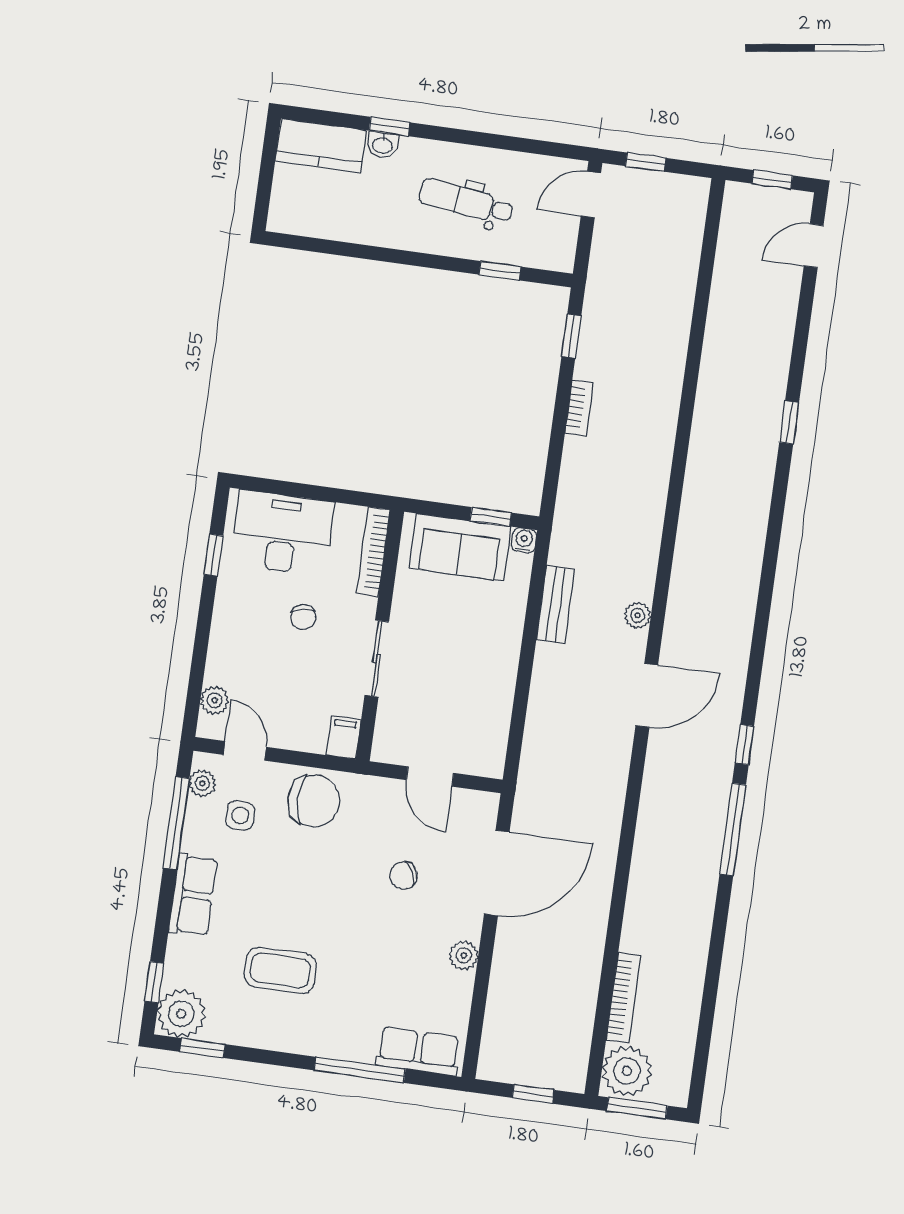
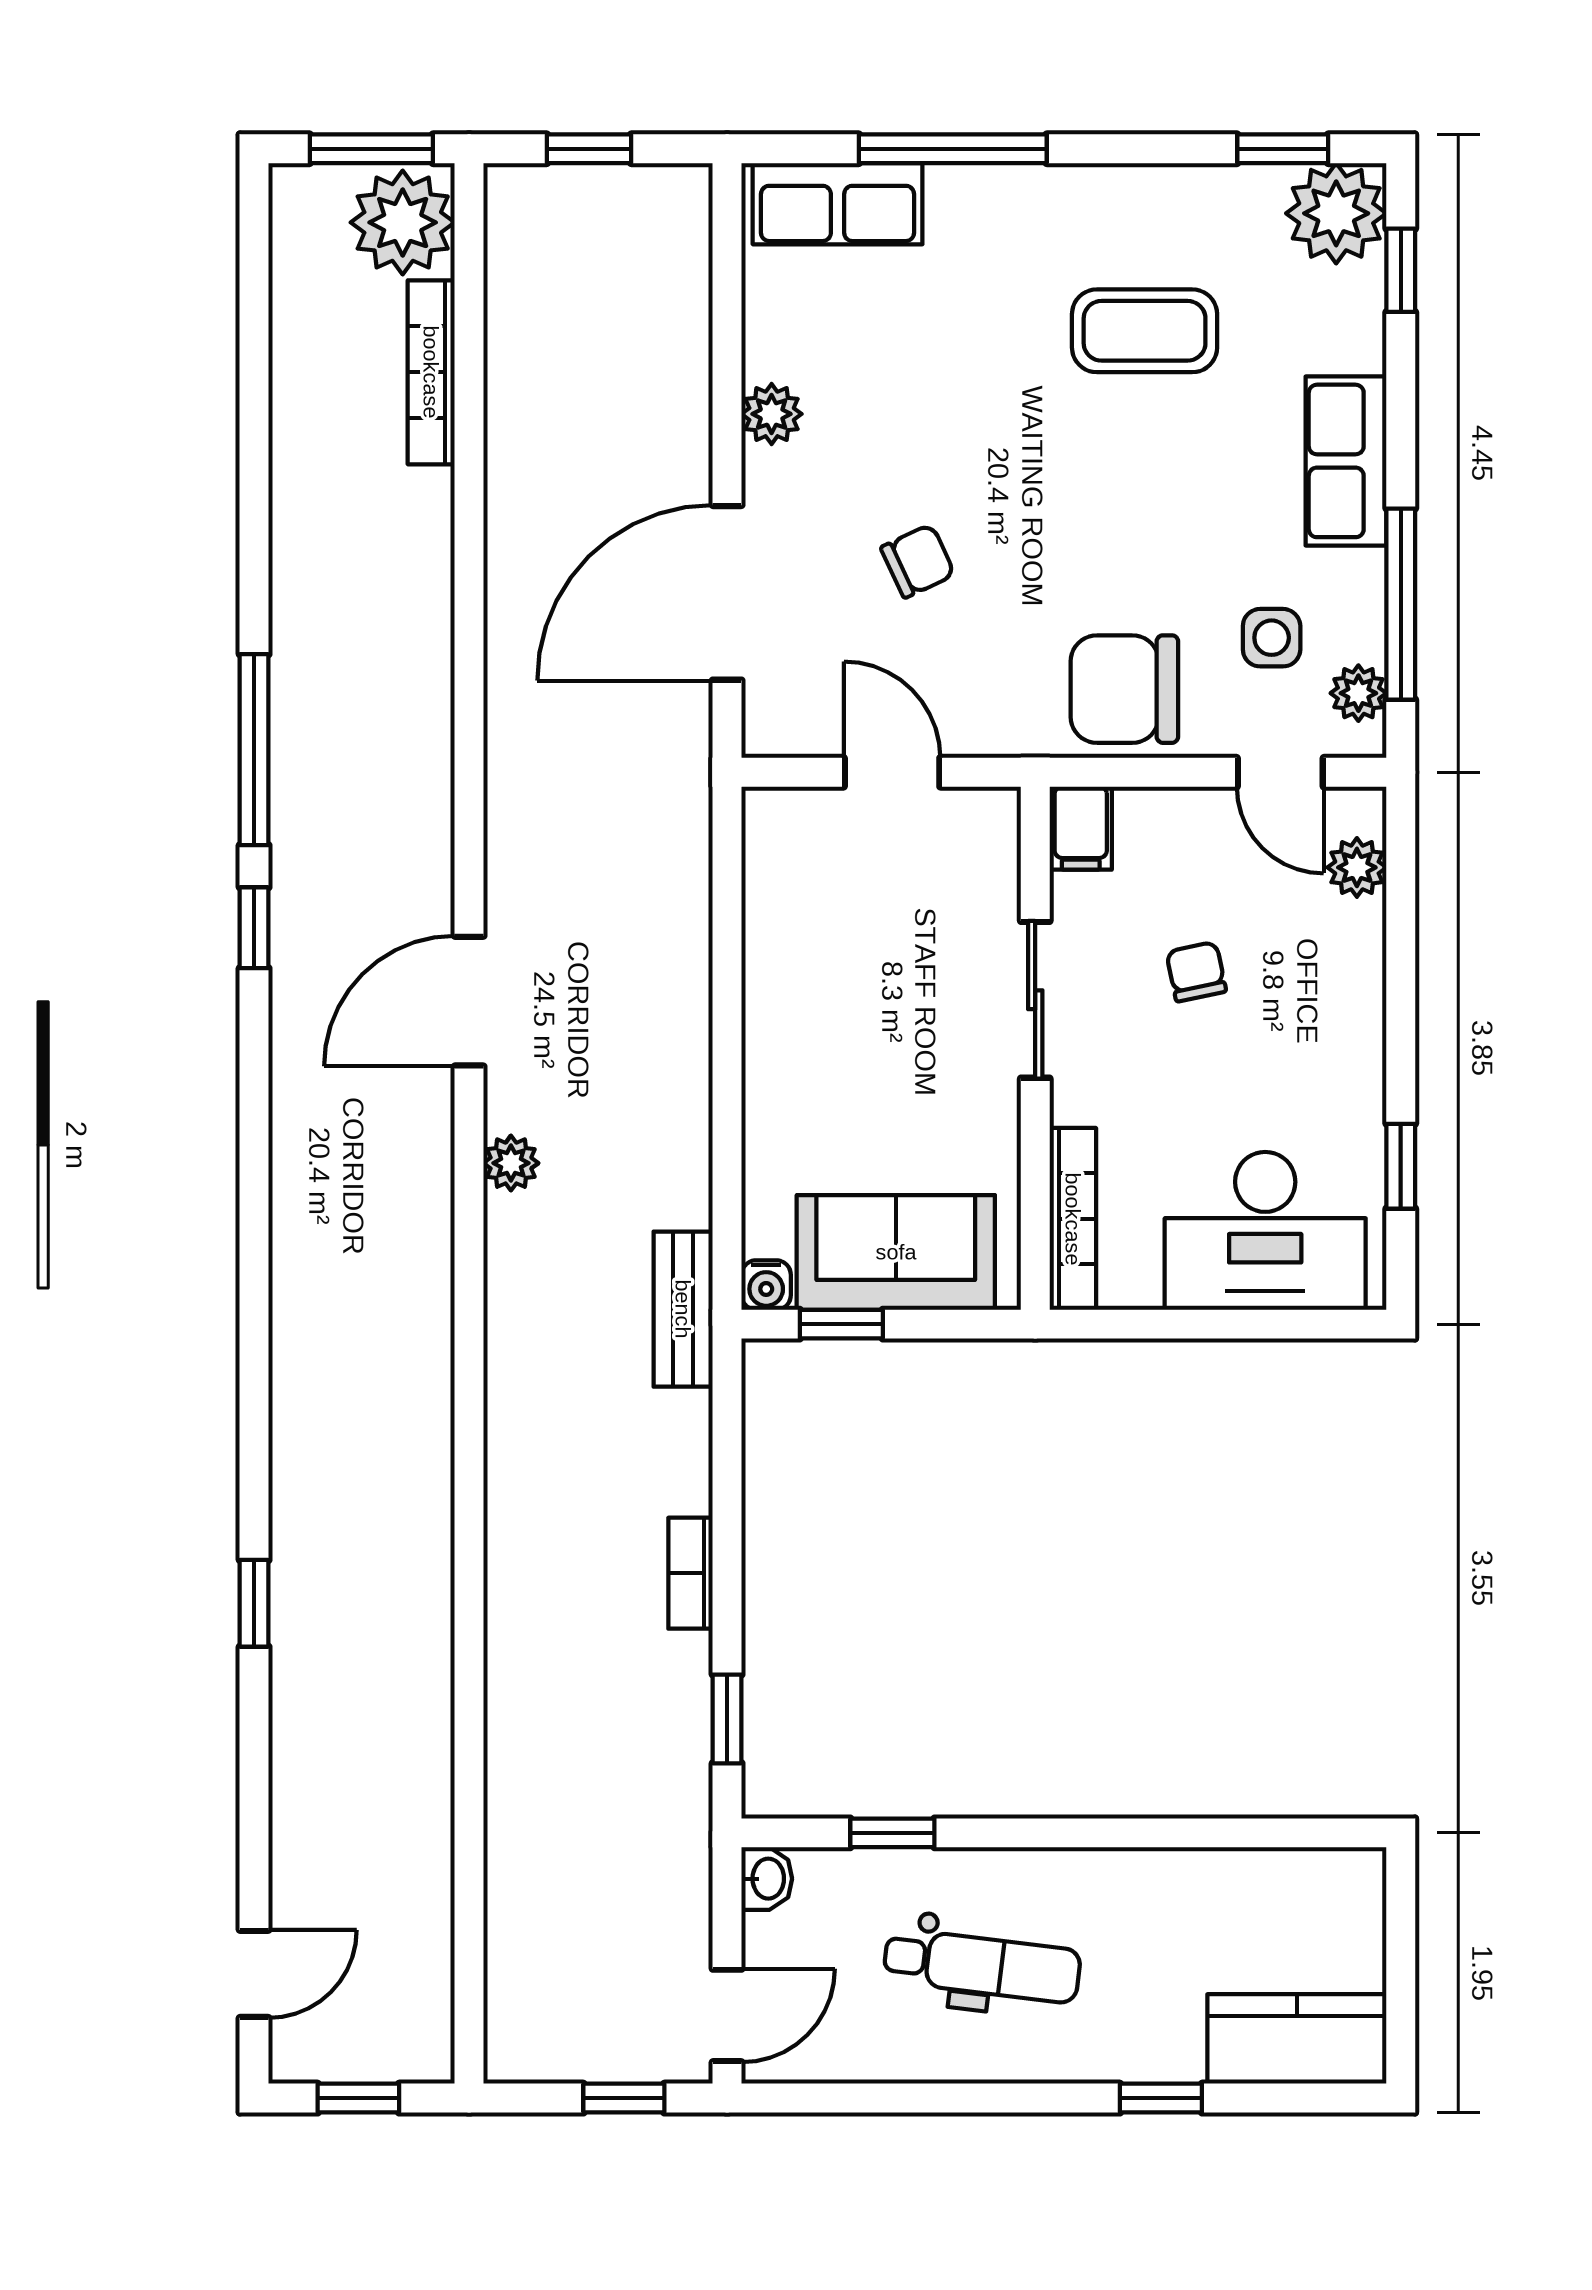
washbasin: (382, 145) -> (767, 1879), moved, turned 90
bench: (555, 604) -> (683, 1309), moved
chair: (303, 617) -> (1196, 972), moved

